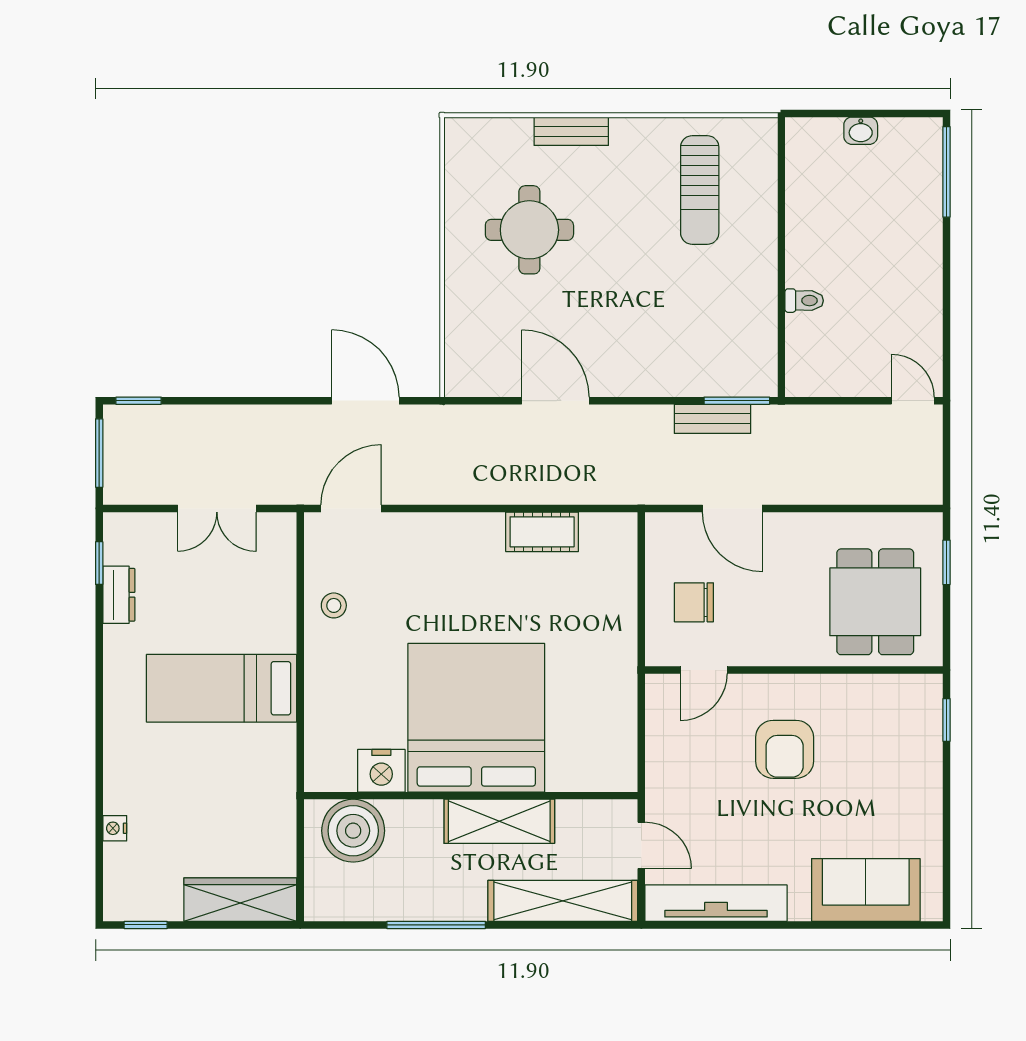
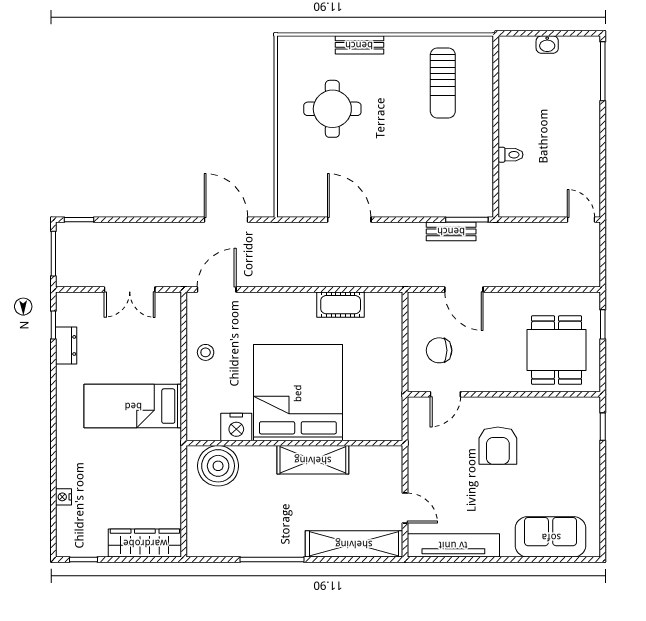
bed: (476, 718) -> (298, 393), moved
nightstand: (381, 771) -> (236, 427), moved
wall: (471, 796) -> (294, 443), moved
shelving: (499, 821) -> (313, 460), moved
boiler: (353, 831) -> (218, 466), moved

